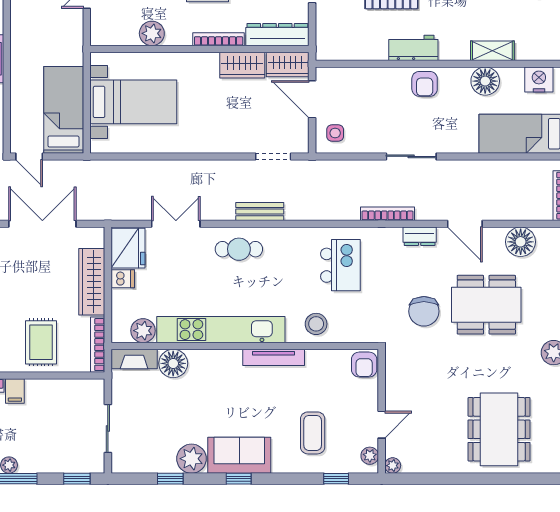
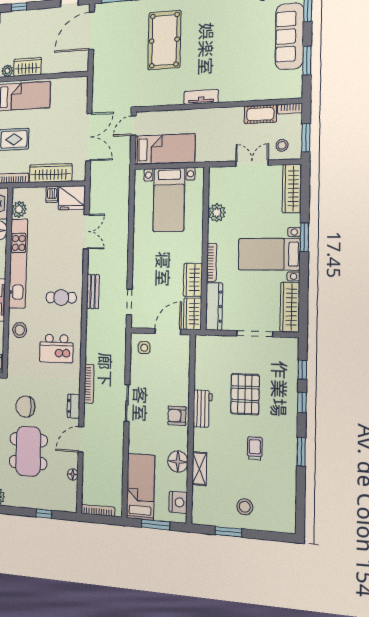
floor lamp: (521, 242) -> (73, 474), width x0.53, depth x0.53
cafe table: (239, 249) -> (61, 298), moved, turned 90

